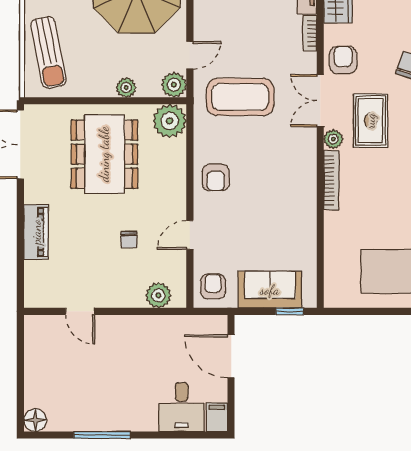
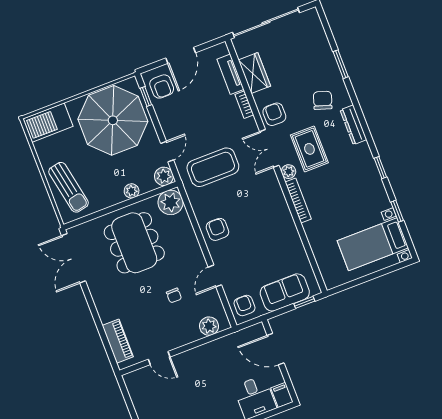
armchair: (216, 178) -> (217, 229), turned 180
piano: (36, 232) -> (118, 341), moved

